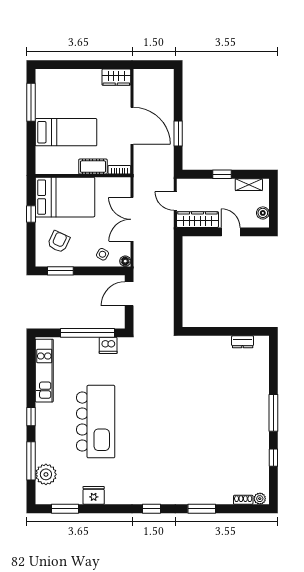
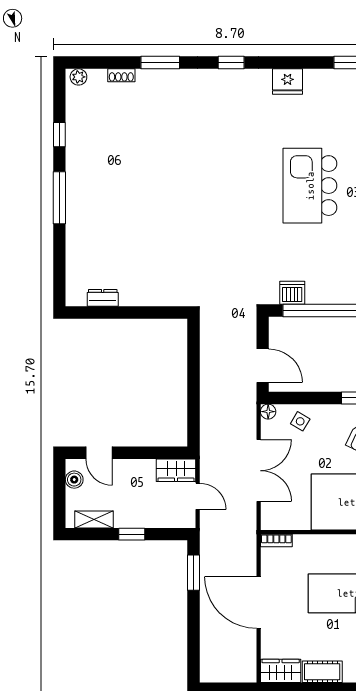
window: (178, 134) -> (194, 573), moved
cot: (93, 167) -> (322, 672), moved
wardrobe: (198, 220) -> (176, 470), width x0.67
door: (231, 232) -> (99, 453), moved
door: (129, 294) -> (263, 366), hinge flipped
kitchen island: (96, 422) -> (310, 186), width x0.73
fridge: (94, 495) -> (287, 81), moved
shoe rack: (243, 500) -> (121, 75), moved

